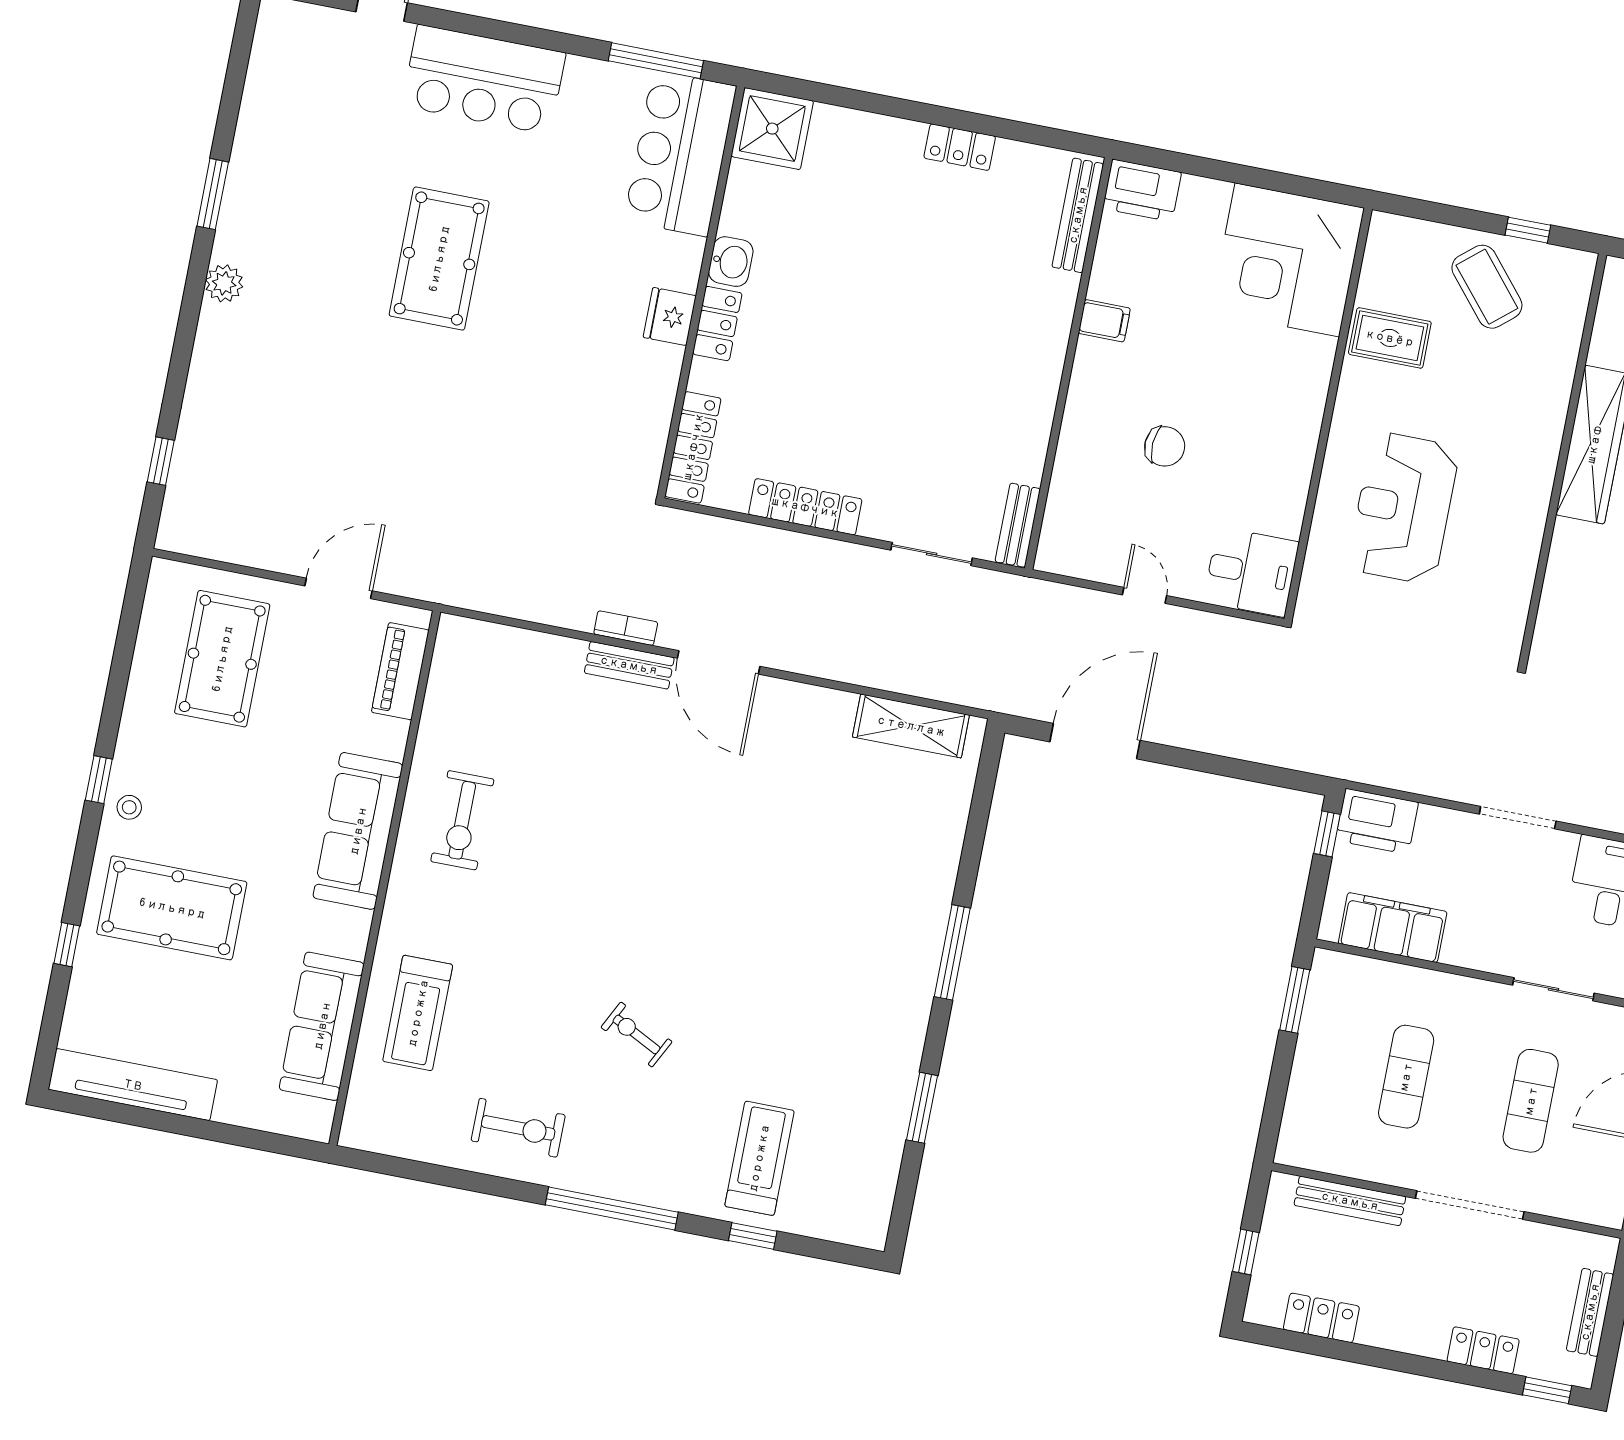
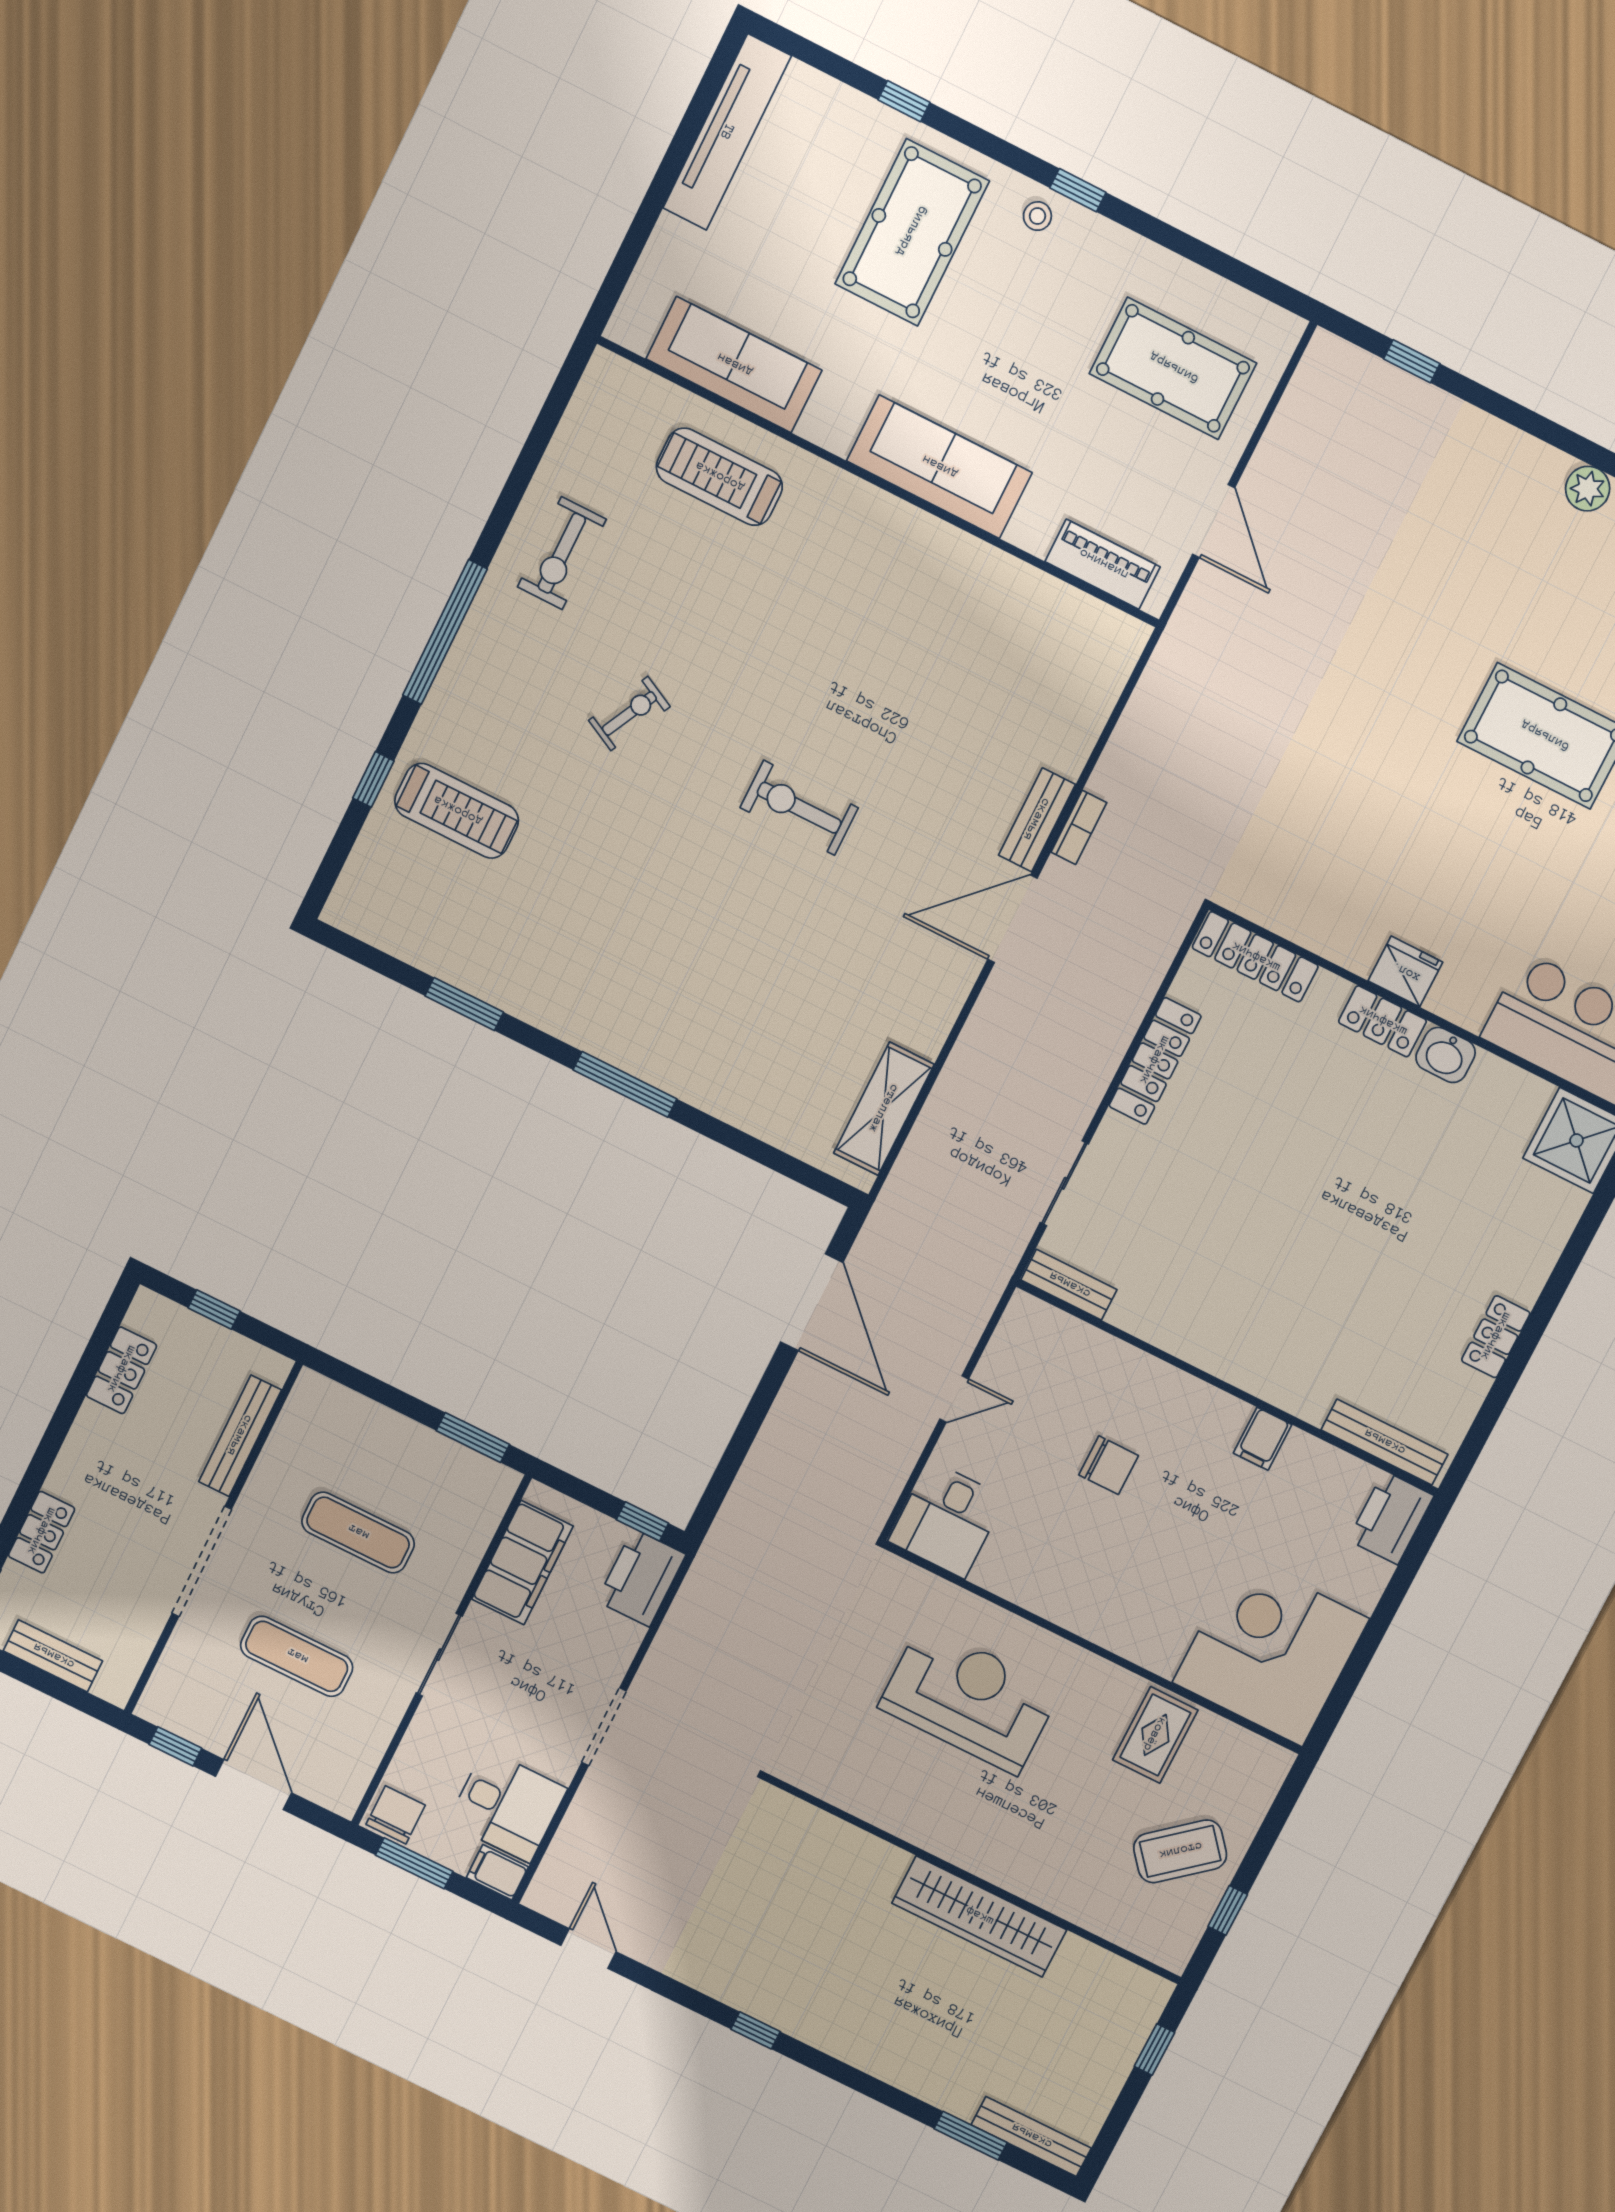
chair: (1165, 446) -> (1109, 1465), turned -93
exercise bike: (462, 820) -> (799, 808), moved
sliding door: (1553, 989) -> (439, 1655), moved

